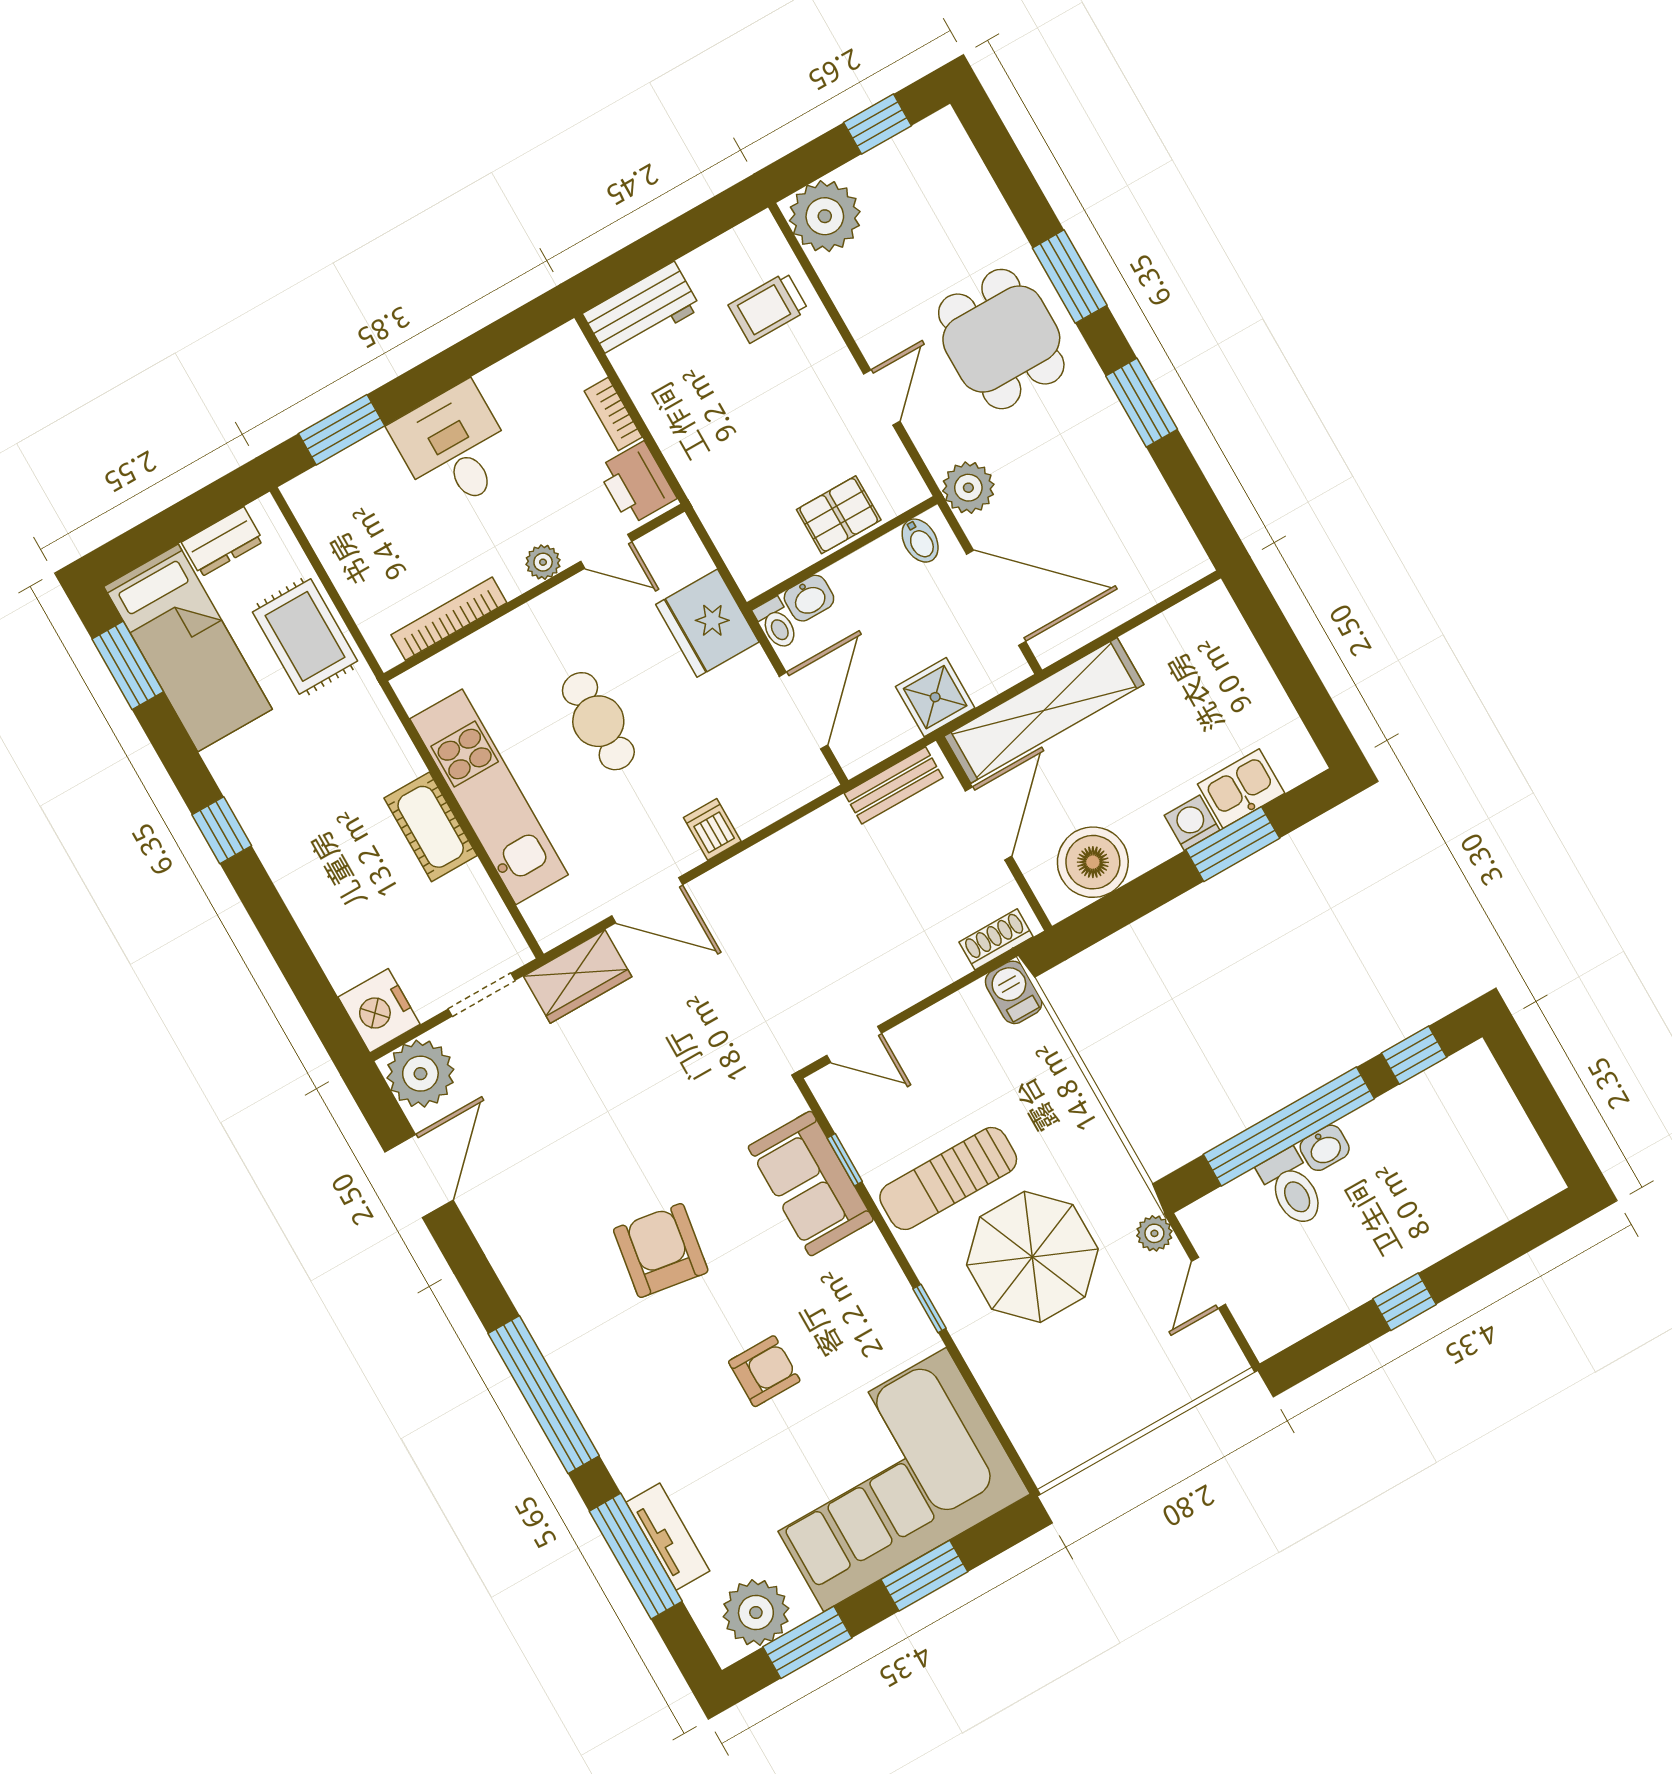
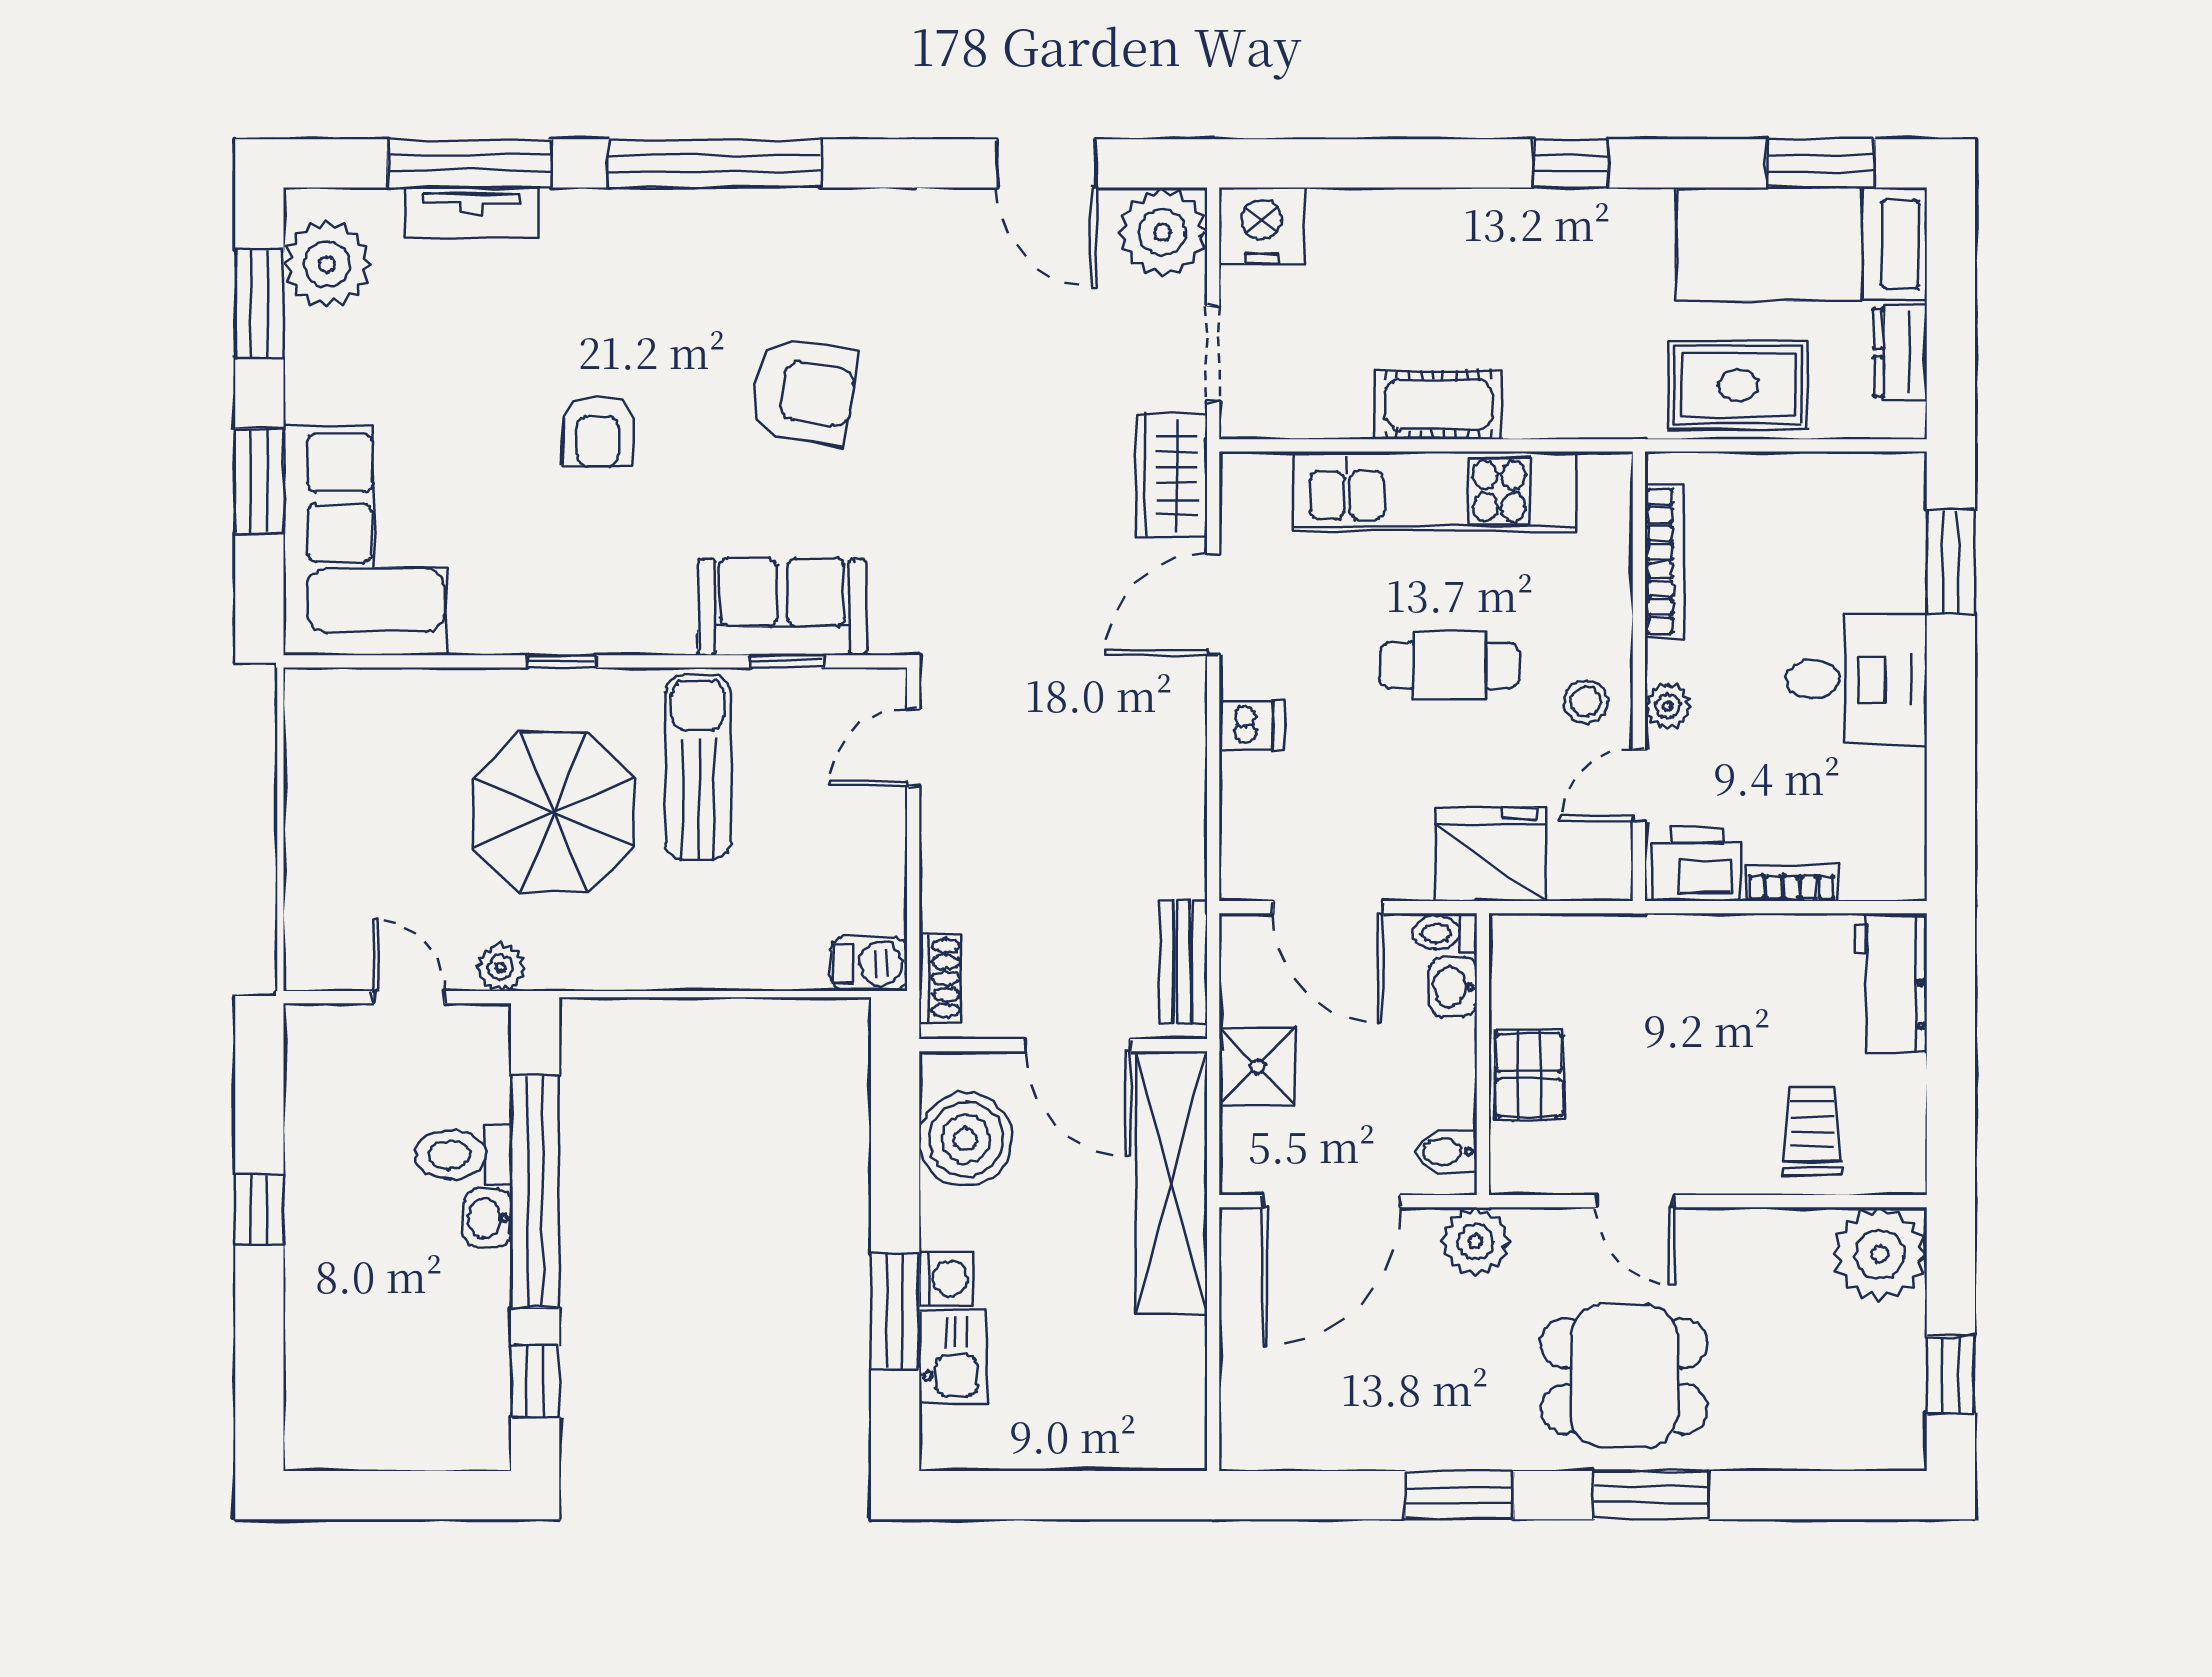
stool: (571, 618) -> (1586, 702), added
corner sofa: (885, 1480) -> (365, 540), width x0.73, depth x0.74

